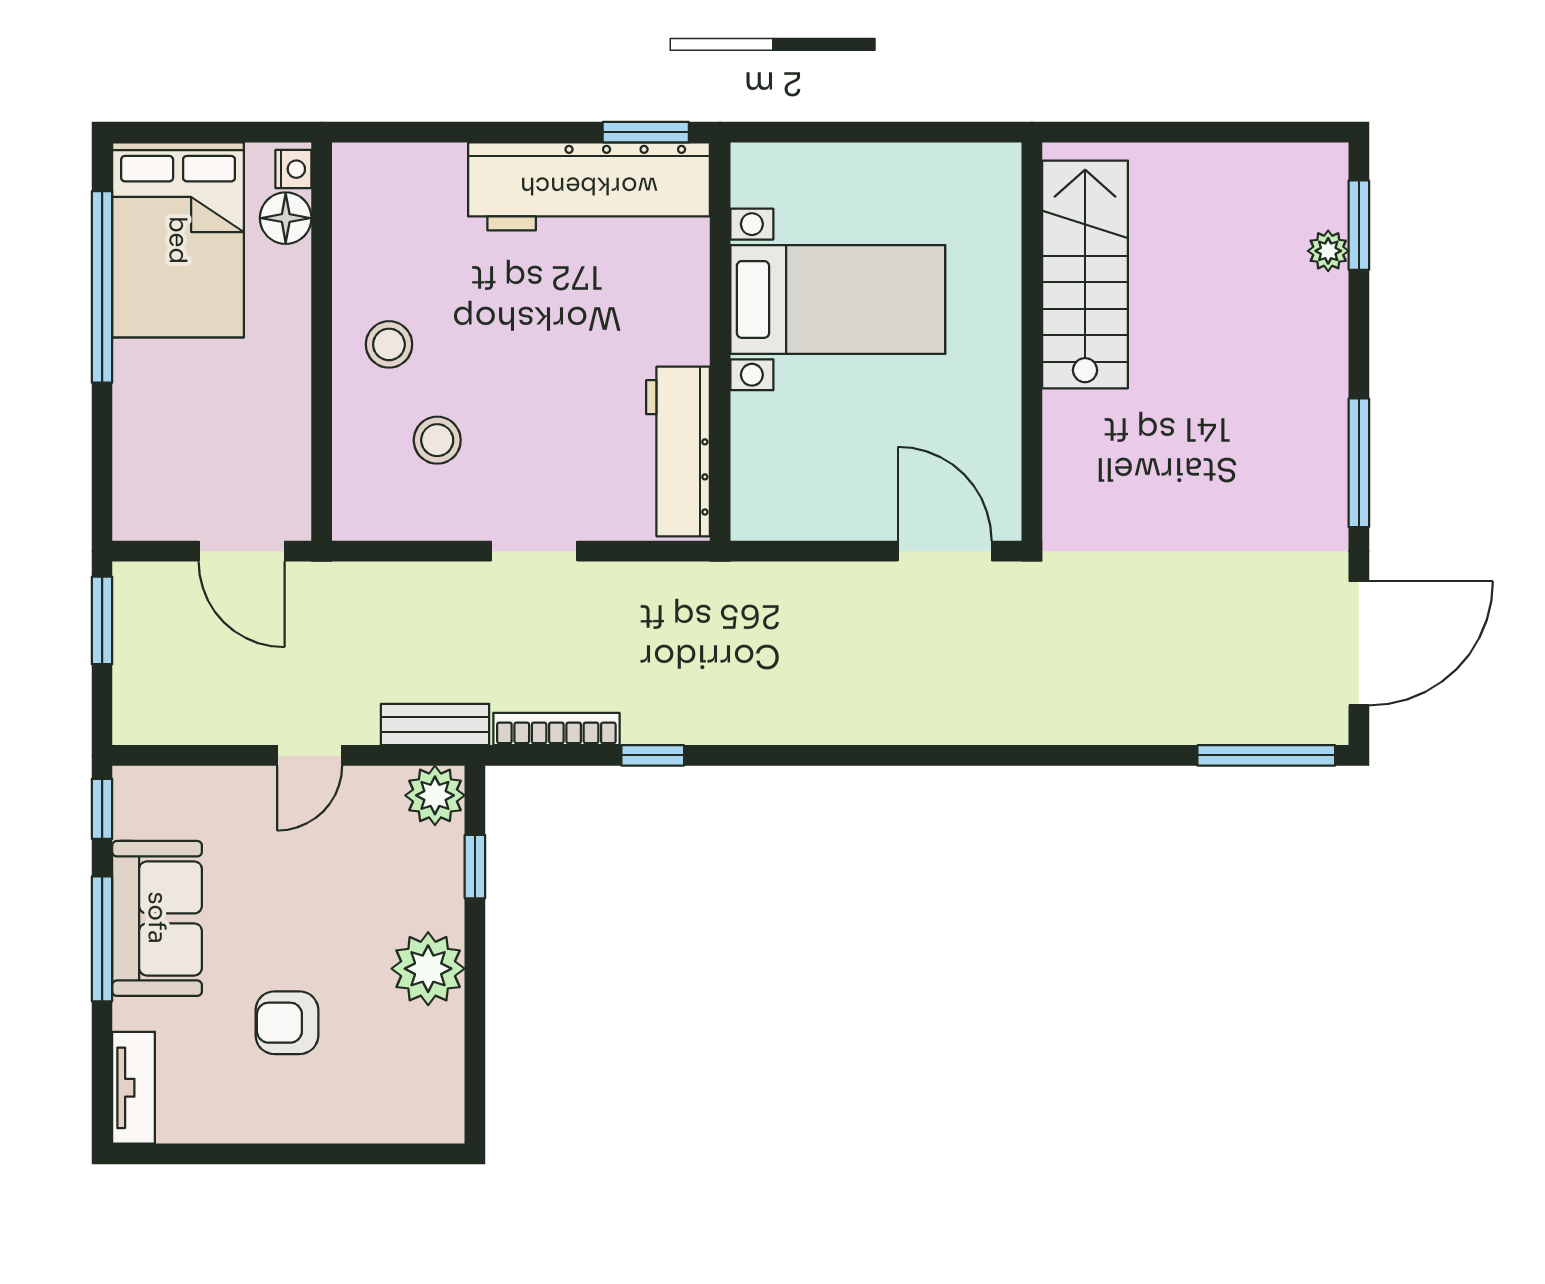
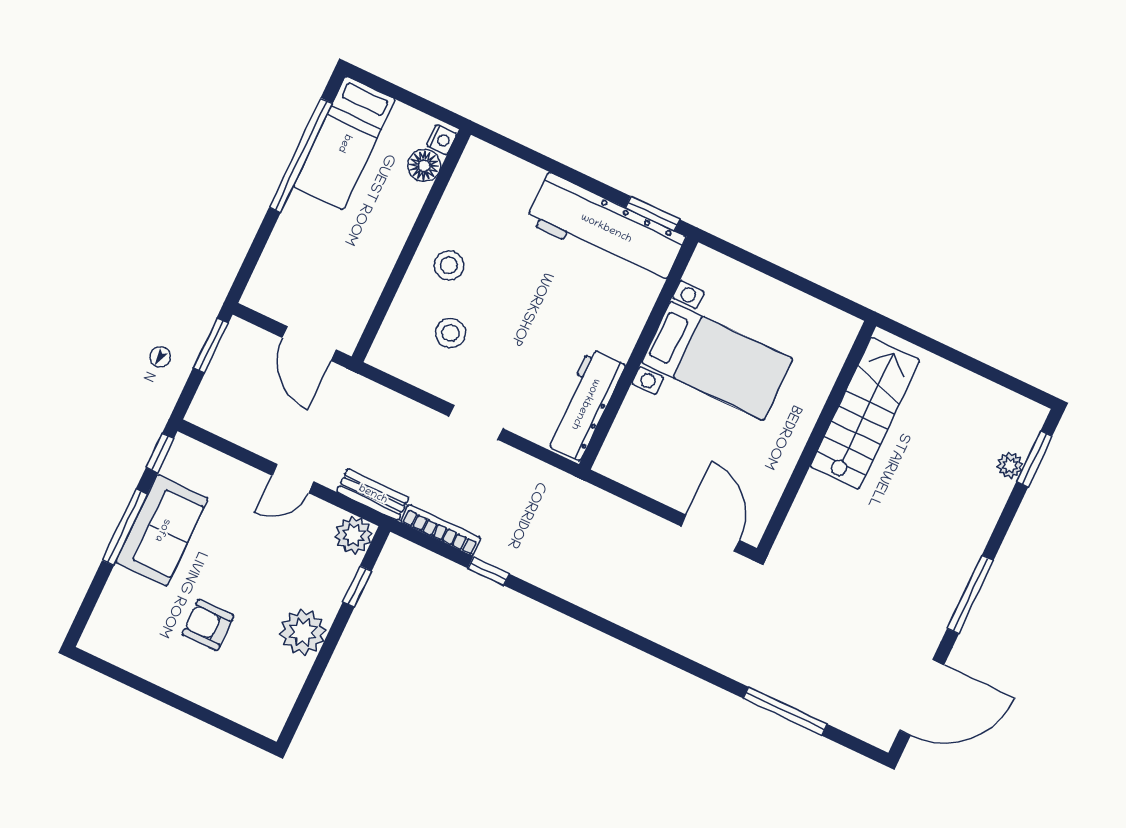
bed: (178, 240) -> (344, 143), width x0.67
window: (1266, 755) -> (785, 711), moved
tv unit: (134, 1088) -> (103, 621), removed

